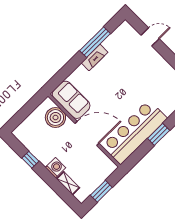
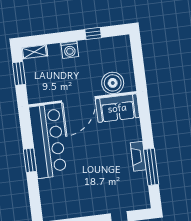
shelving: (68, 183) -> (34, 52), moved

